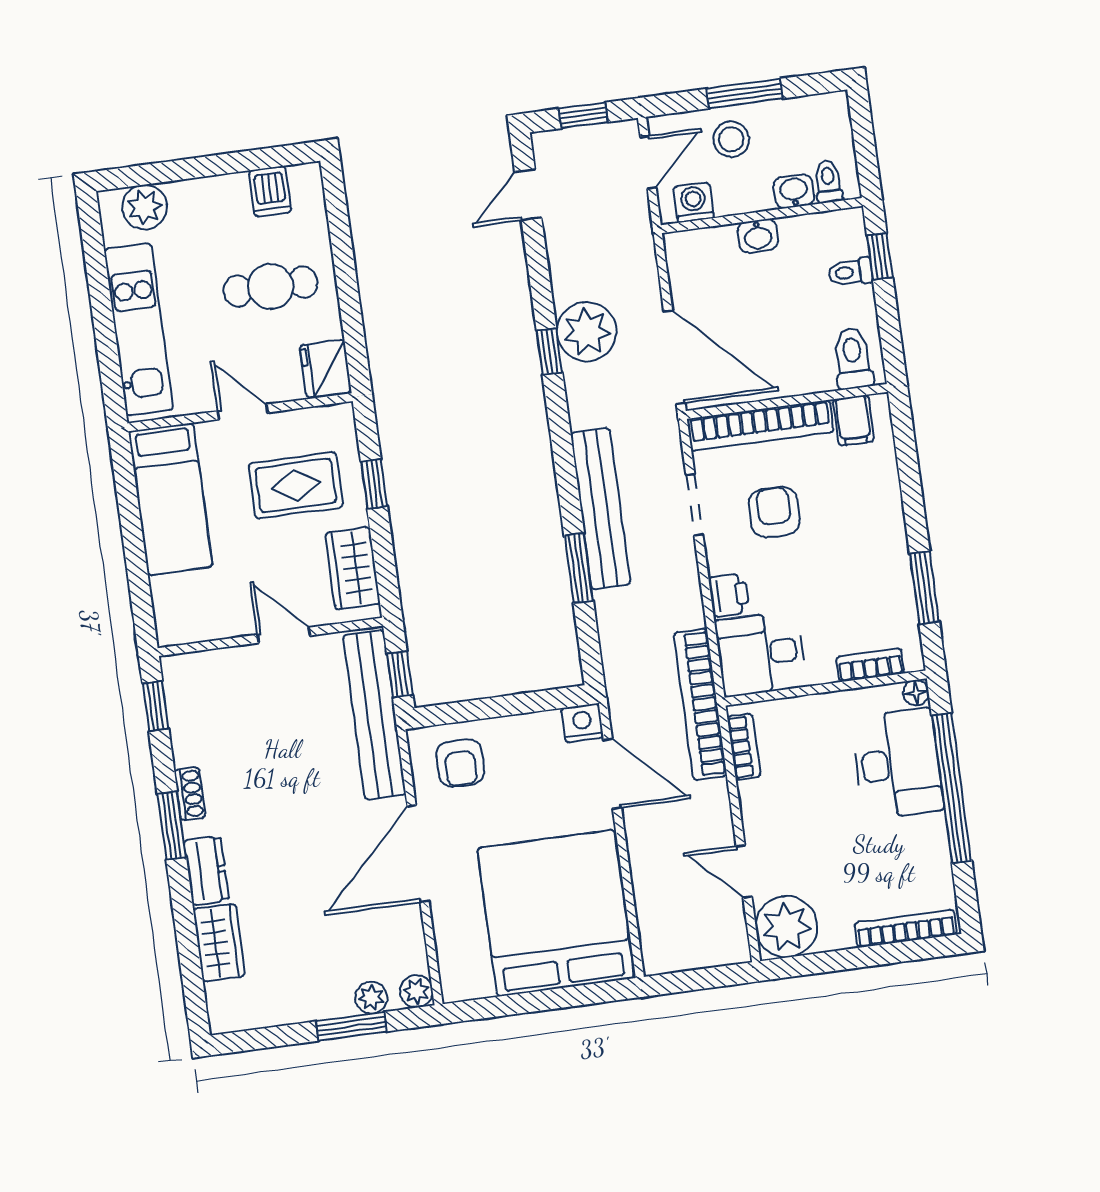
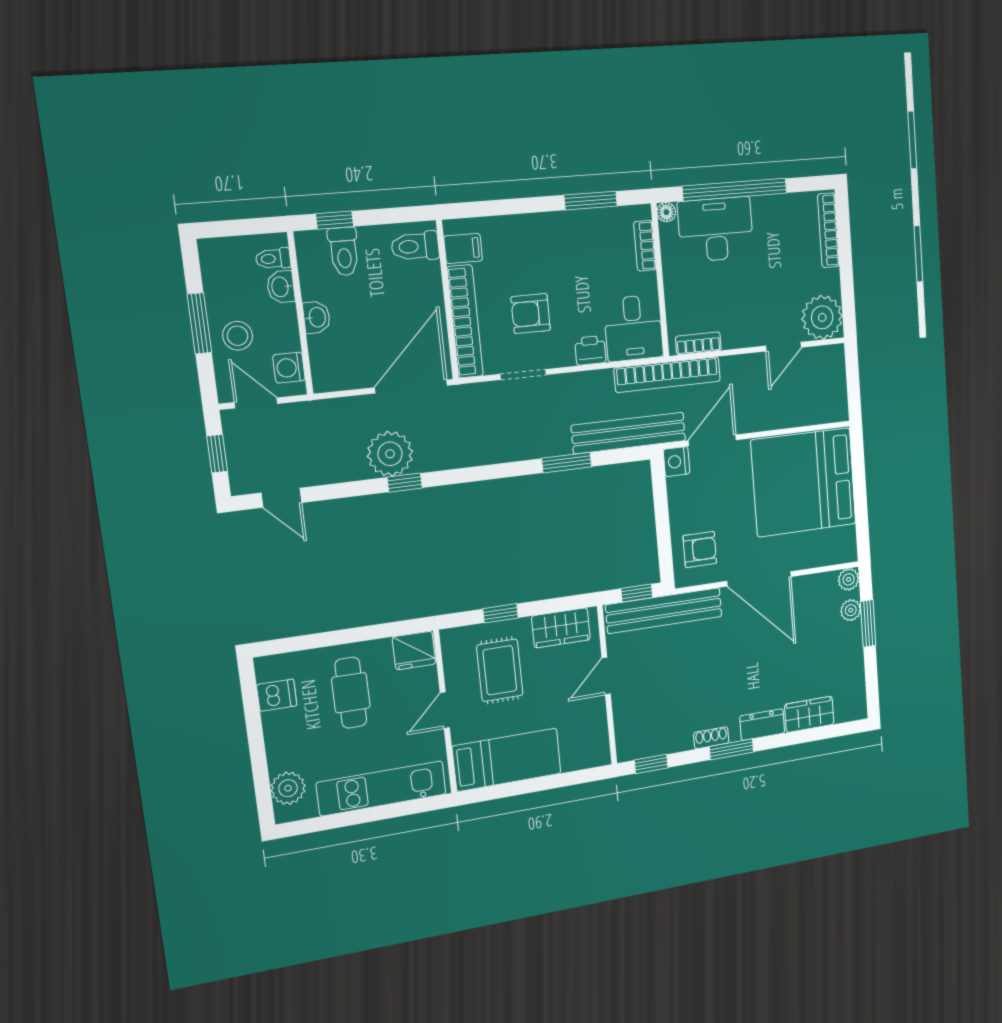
toilet: (850, 272) -> (344, 252), width x1.37, depth x1.39
bench: (600, 509) -> (629, 433), moved

